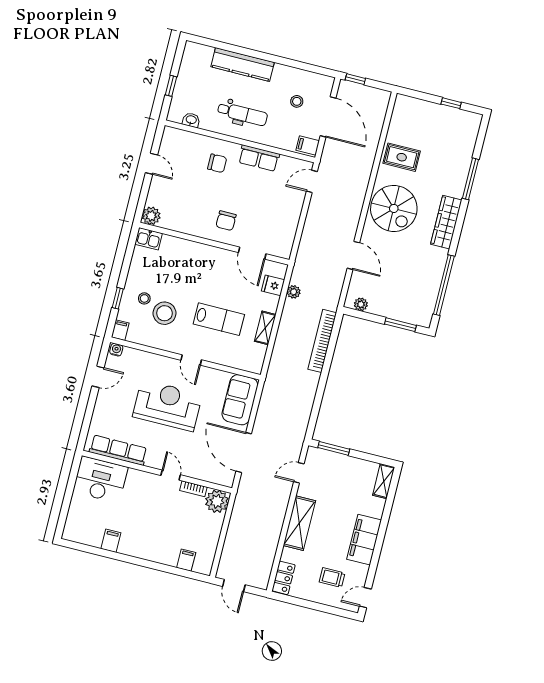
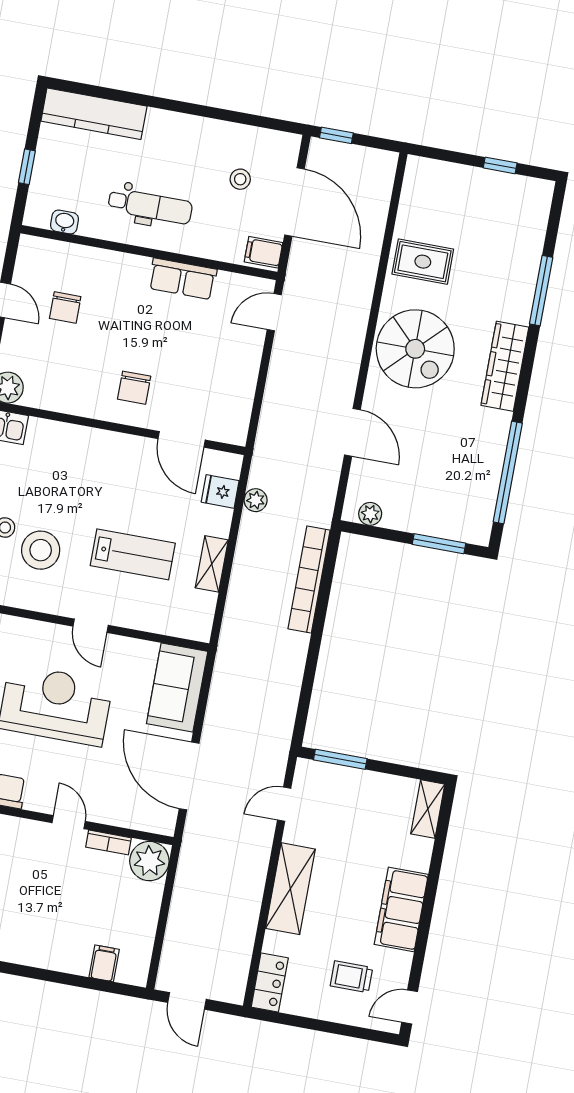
kitchen counter: (243, 65) -> (94, 114), moved
chair: (217, 163) -> (65, 307), moved, turned 90

